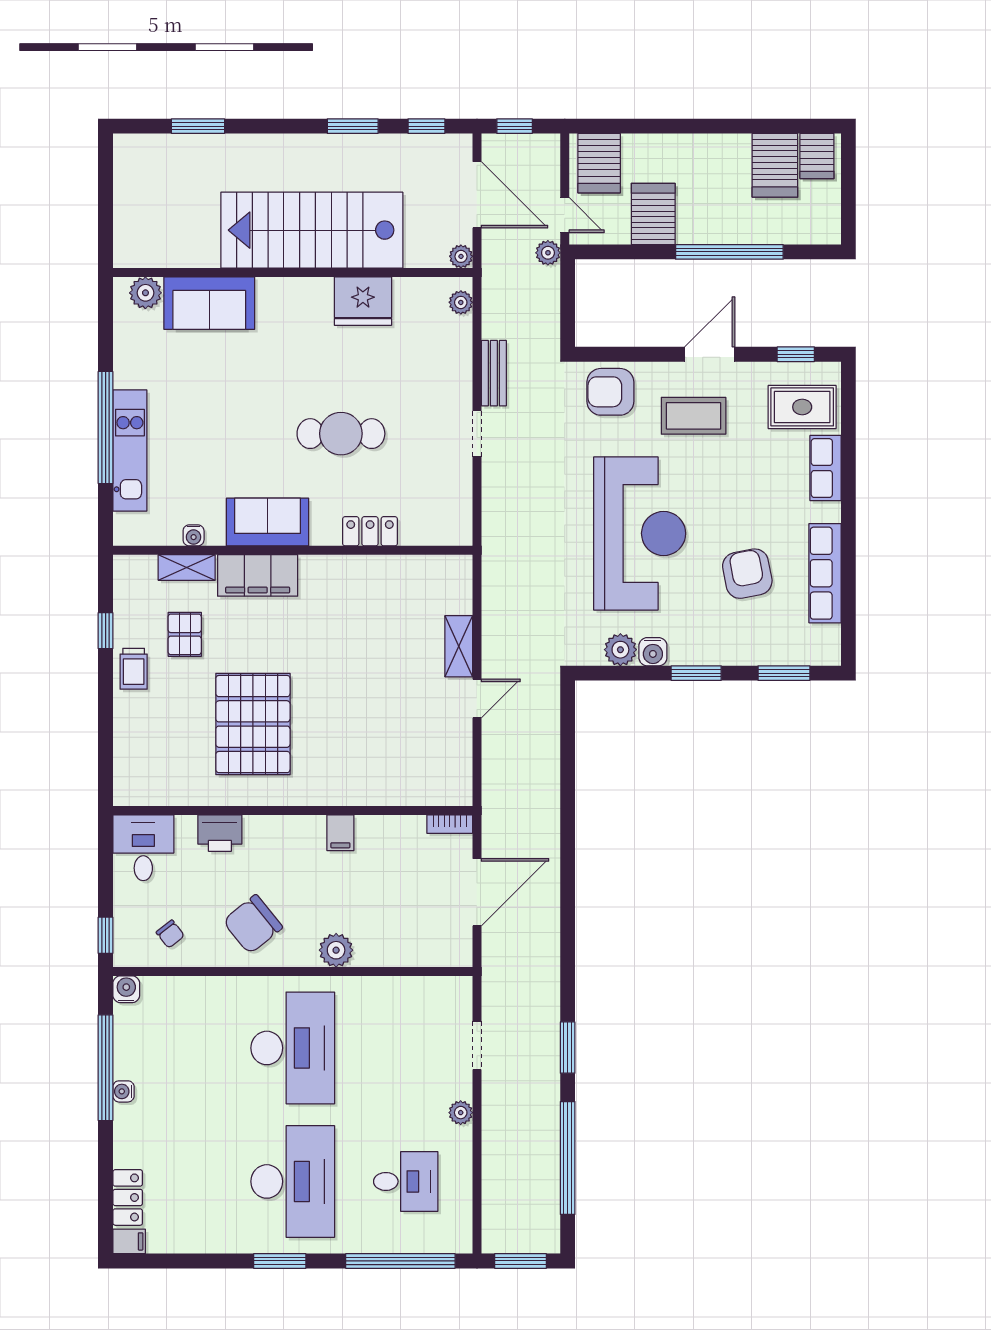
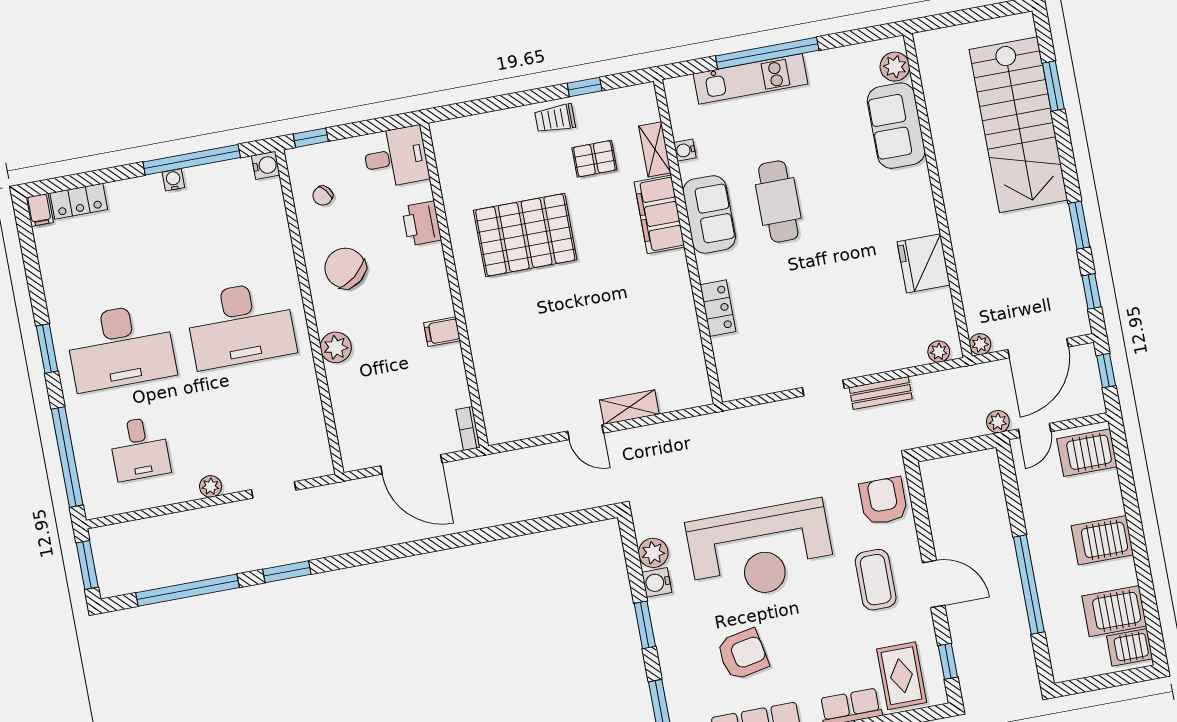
server rack: (653, 214) -> (1102, 540), moved, turned 180
stairs: (312, 230) -> (1018, 125), moved, turned 180
cafe table: (341, 434) -> (778, 201), moved

